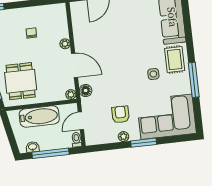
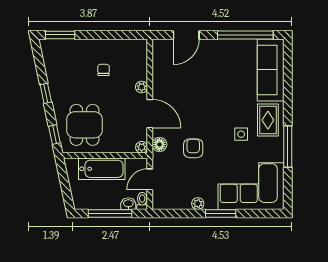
armchair: (121, 114) -> (193, 148), moved
washbasin: (33, 147) -> (128, 204), moved

